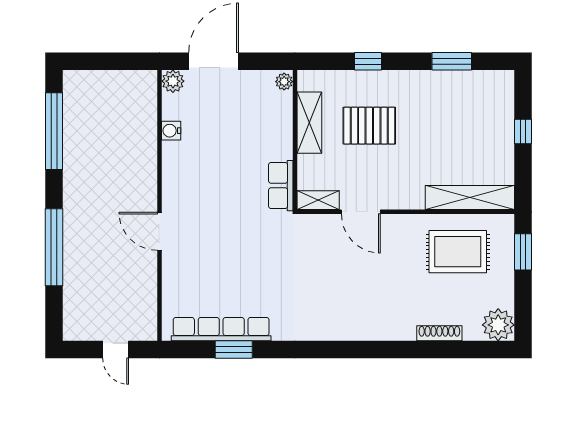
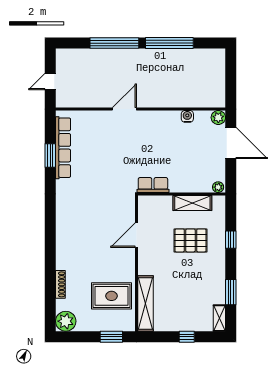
pallet: (369, 126) -> (190, 240), turned 90
window: (54, 131) -> (169, 43), moved
shelving: (318, 200) -> (219, 318), moved
rug: (458, 252) -> (112, 296), turned 90

